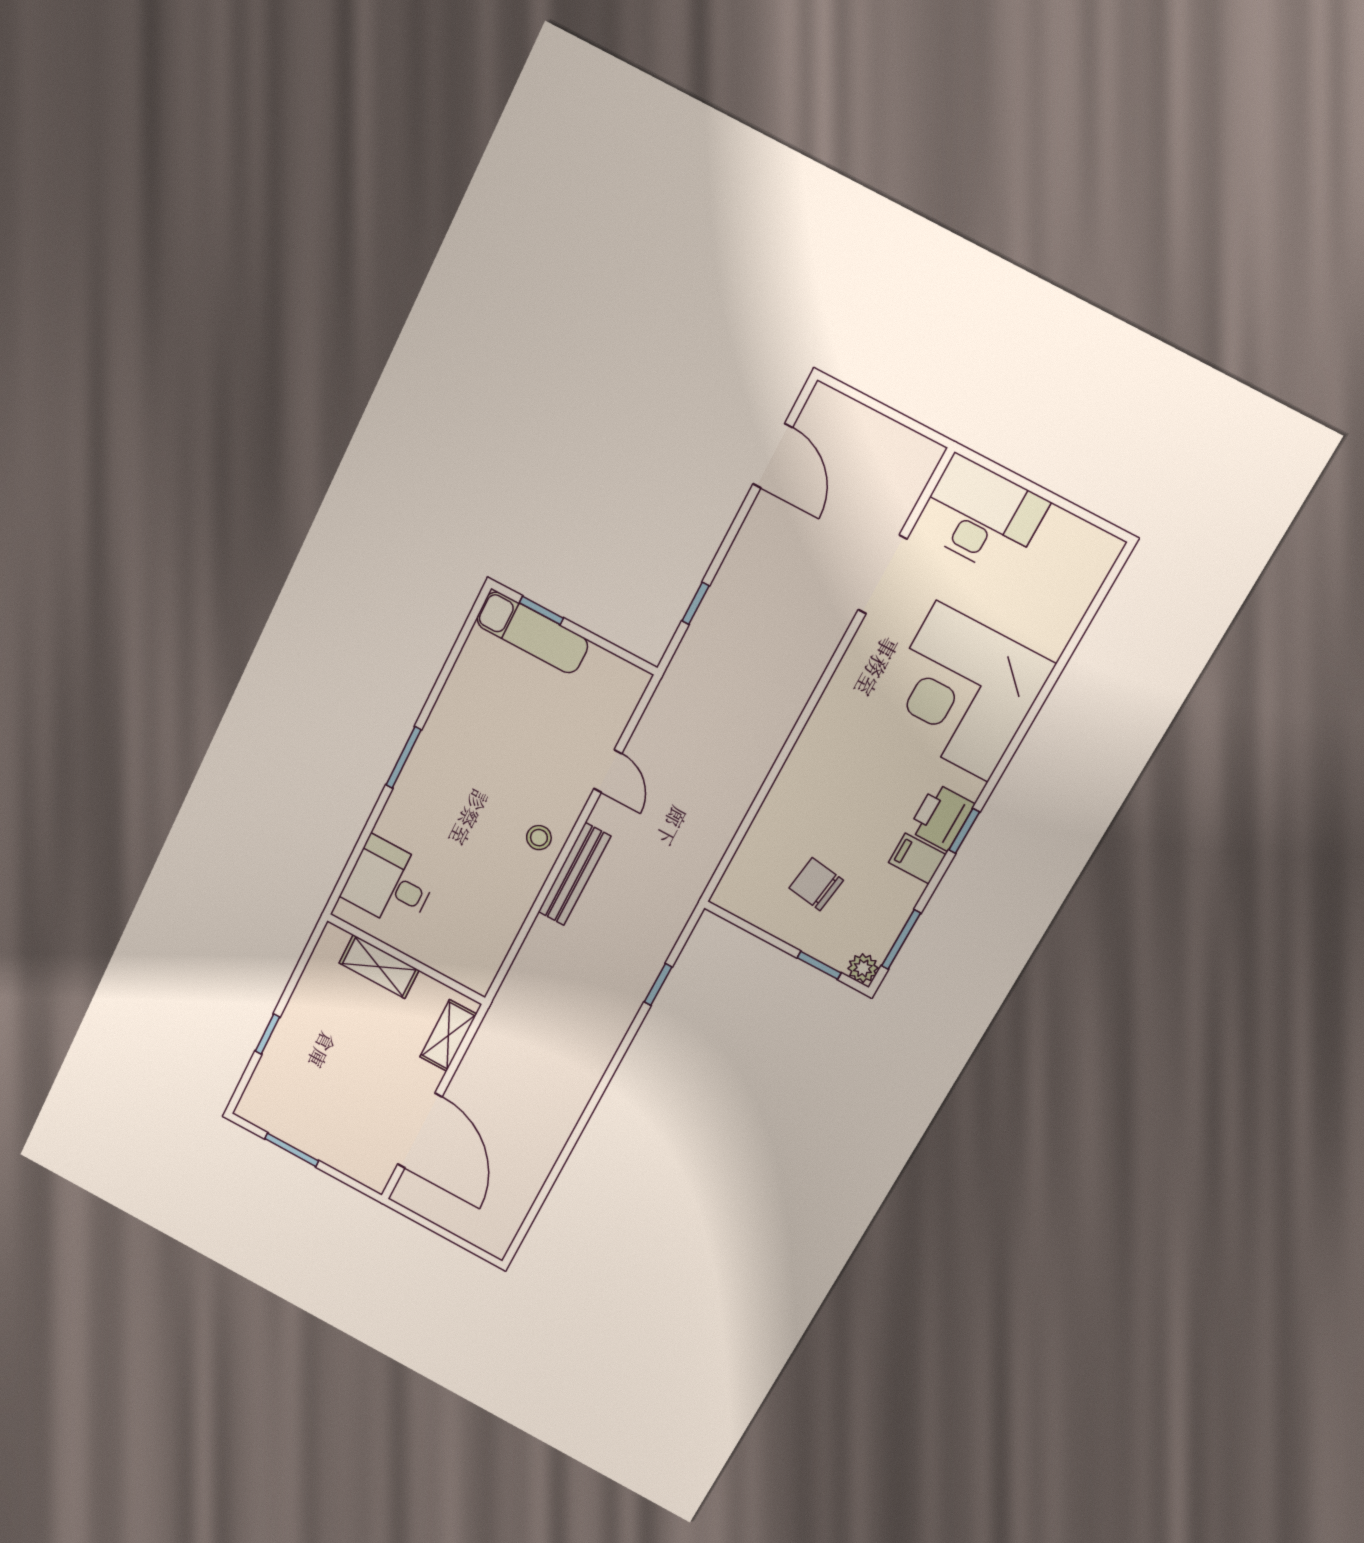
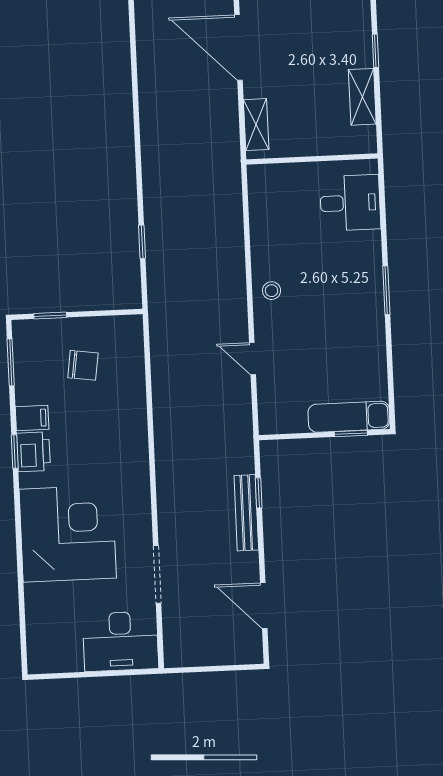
bench: (574, 874) -> (246, 513), moved
shelving: (379, 967) -> (362, 97), moved, turned 90
plant: (863, 968) -> (23, 330), removed

